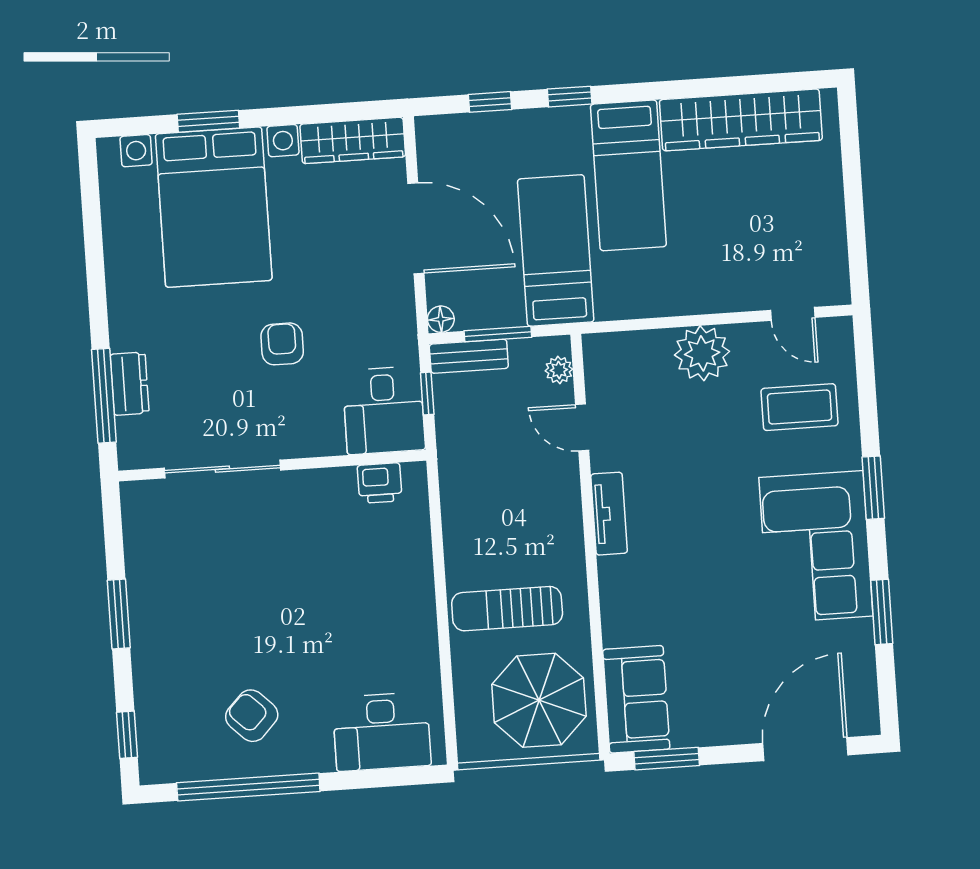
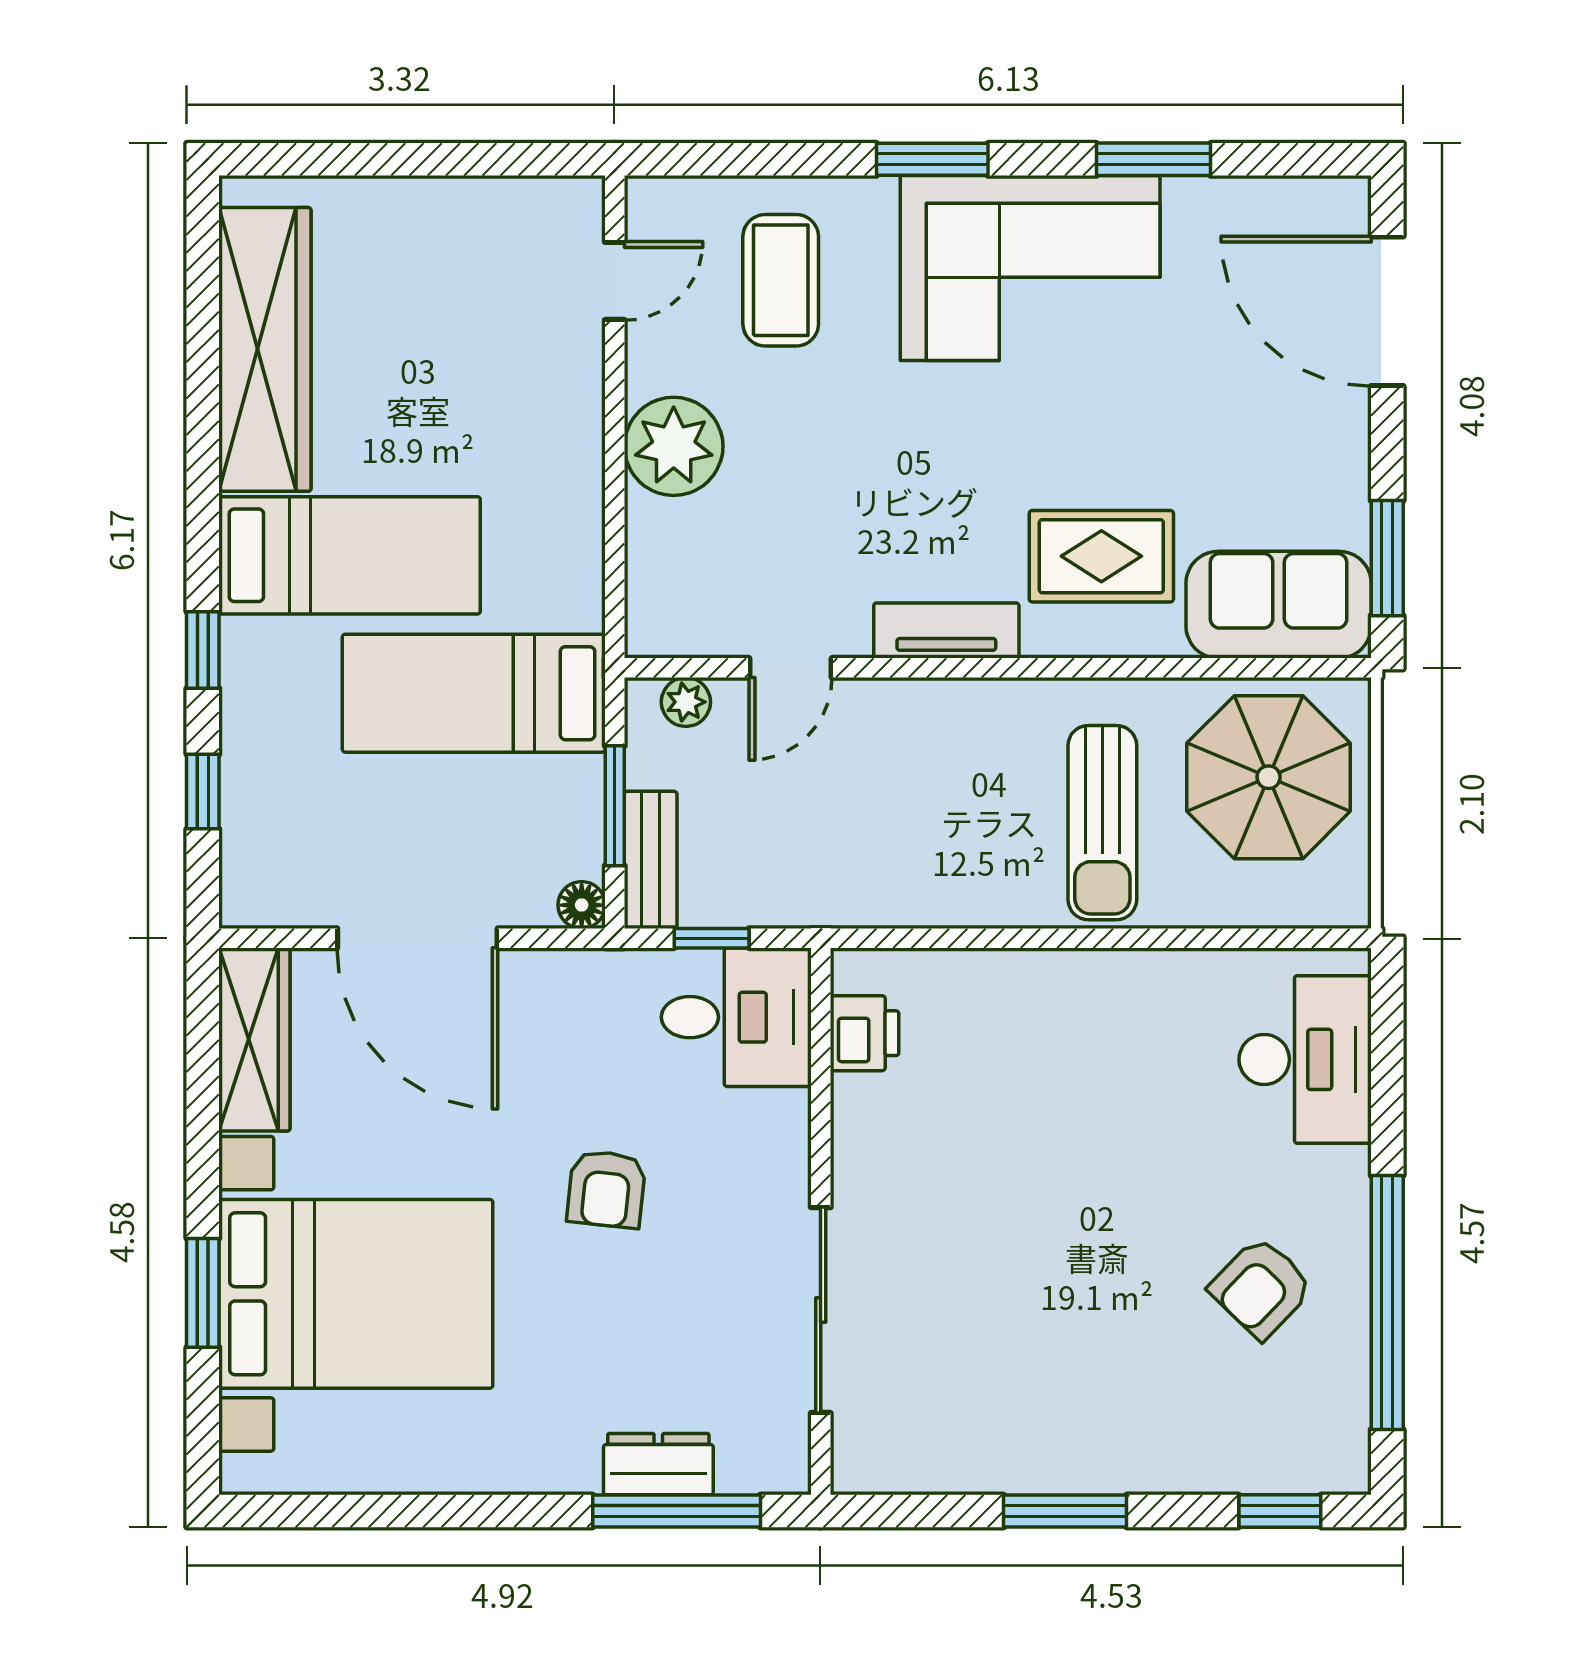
door: (416, 228) -> (417, 938), swing flipped
armchair: (282, 344) -> (606, 1189), turned -84
rug: (657, 598) -> (1101, 556), added

